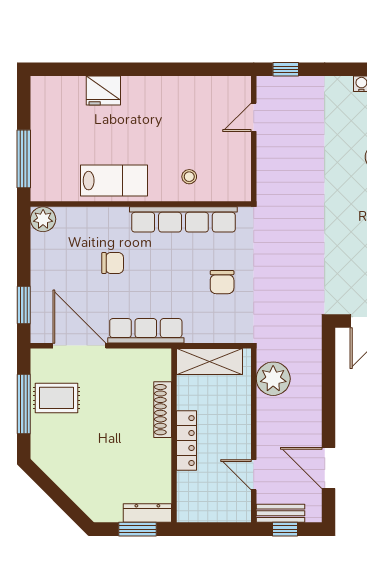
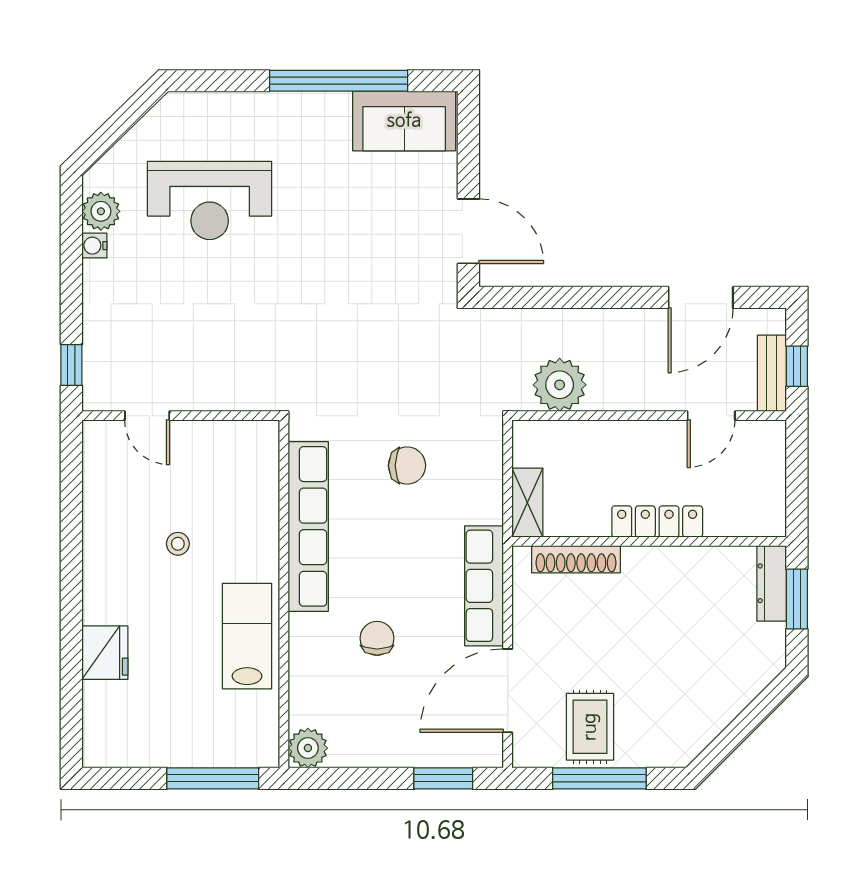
stool: (189, 177) -> (178, 544), moved
shelving: (209, 362) -> (527, 503), width x0.67, depth x0.75
shoe rack: (163, 410) -> (576, 559), moved

